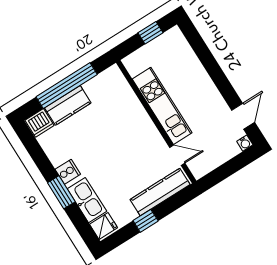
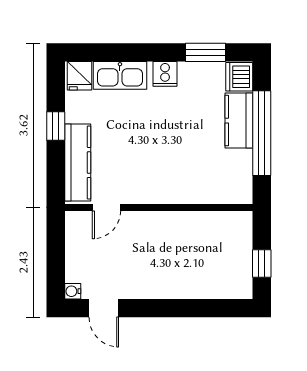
kitchen unit: (162, 106) -> (172, 225), removed
window: (61, 192) -> (205, 52), moved

